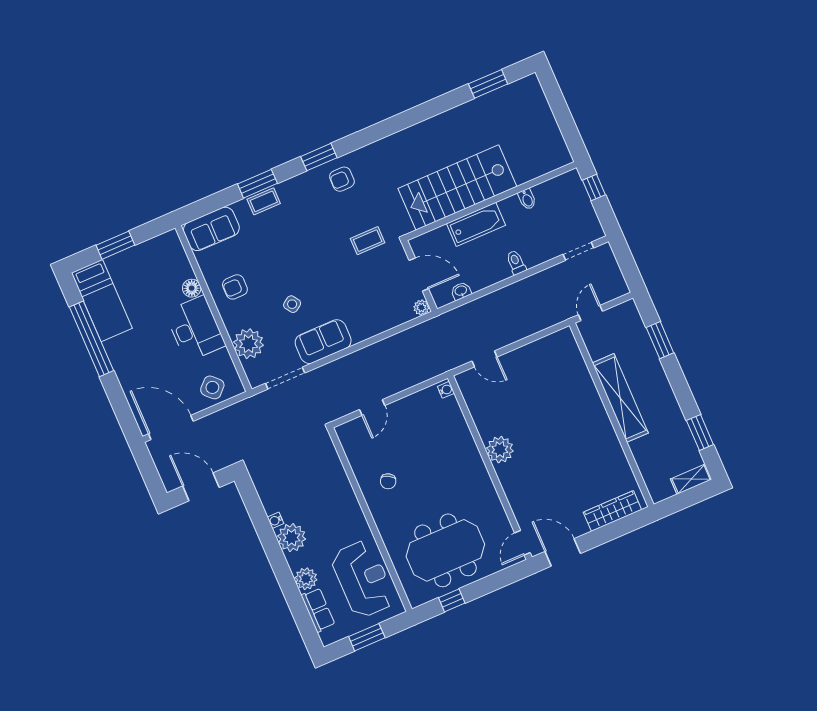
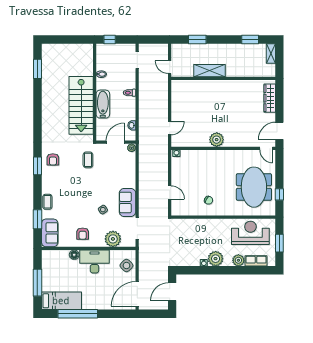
window: (257, 184) -> (37, 219), moved
window: (115, 245) -> (37, 283), width x1.44
shelving: (620, 398) -> (210, 71), width x0.68

